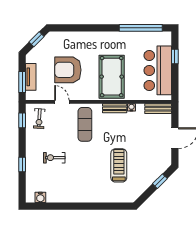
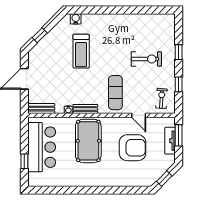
window: (141, 28) -> (59, 190), removed
window: (22, 120) -> (179, 84), moved
exercise bike: (54, 158) -> (146, 59), width x1.38, depth x1.39
water cooler: (40, 197) -> (76, 19), moved

